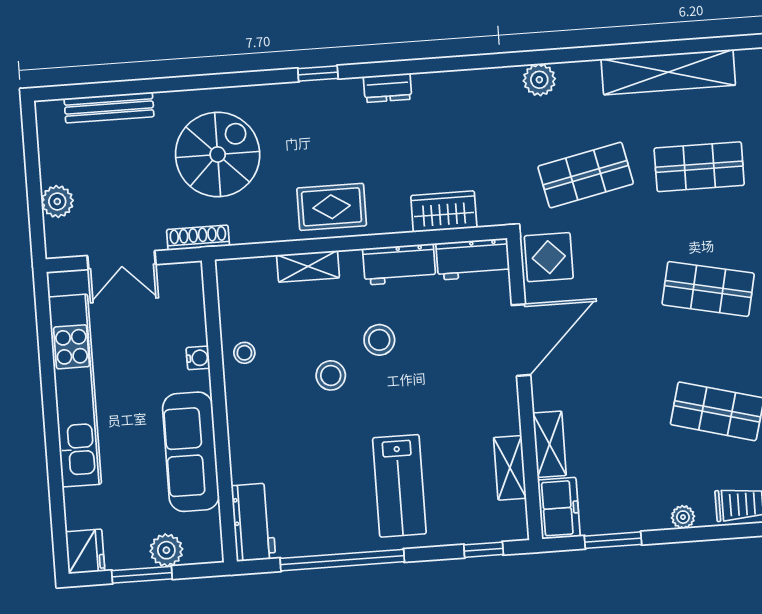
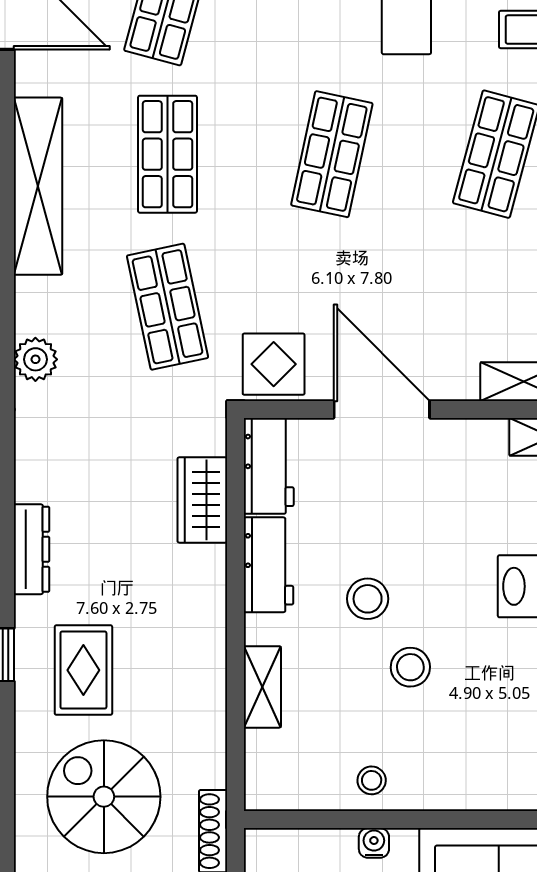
dresser: (388, 88) -> (31, 549), width x1.44
rug: (332, 207) -> (83, 670), moved

